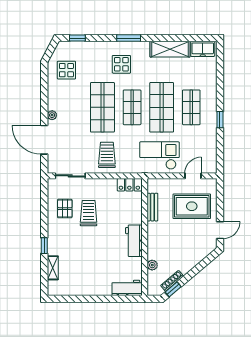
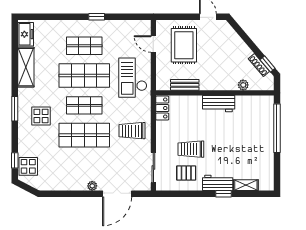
display table: (66, 70) -> (28, 166), moved
workbench: (127, 288) -> (218, 183), moved, turned 90
window: (109, 299) -> (277, 128), added

